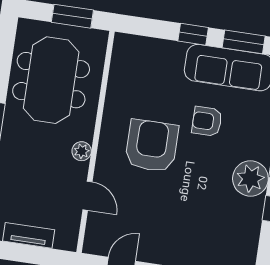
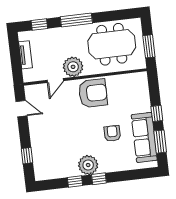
armchair: (152, 146) -> (93, 93), moved
plant: (82, 151) -> (73, 67), width x1.88, depth x1.88

